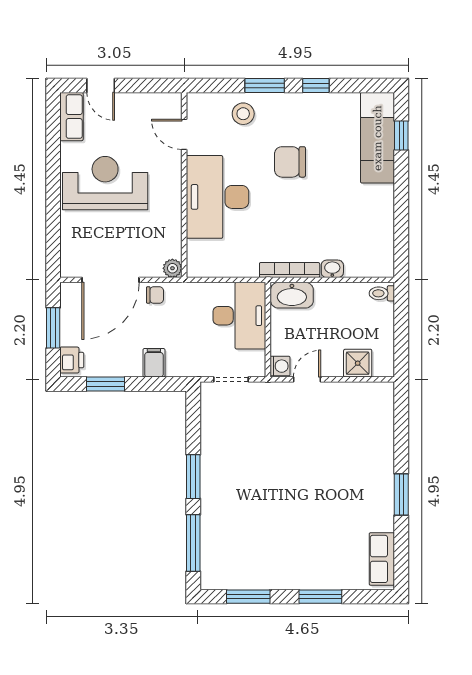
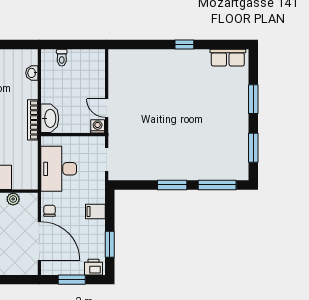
plant: (172, 268) -> (13, 199), moved
washbasin: (332, 269) -> (32, 73), moved
toilet: (382, 293) -> (62, 58), moved
desk: (239, 316) -> (59, 169), moved, turned -90
shower: (358, 363) -> (96, 74), removed
window: (401, 495) -> (184, 45), width x0.67

